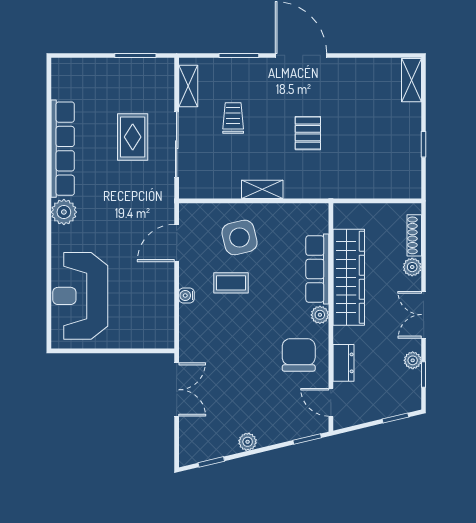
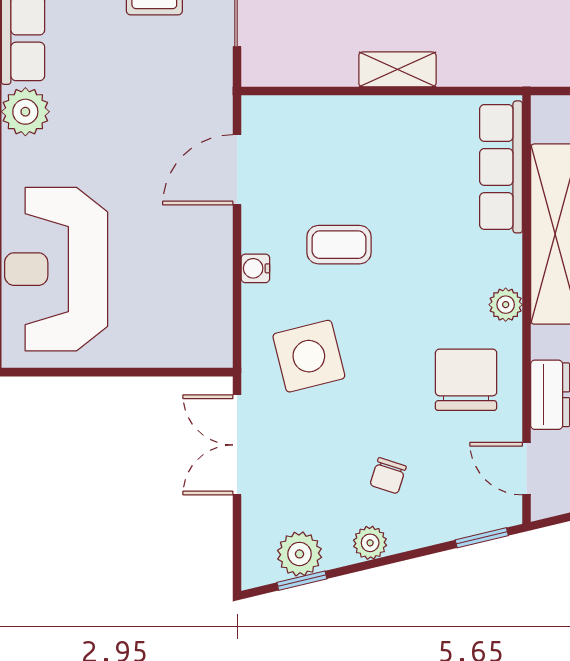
side table: (240, 237) -> (309, 356), moved
row of seats: (317, 269) -> (501, 167), moved
double door: (177, 390) -> (237, 445), swing flipped
chair: (257, 406) -> (388, 476), added
plant: (210, 448) -> (300, 554), added

